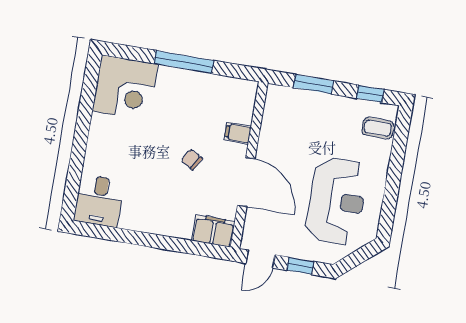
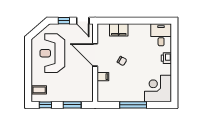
printer: (96, 149) -> (166, 58), added
filing cabinet: (213, 231) -> (119, 30), moved
door: (260, 259) -> (83, 21), swing flipped

